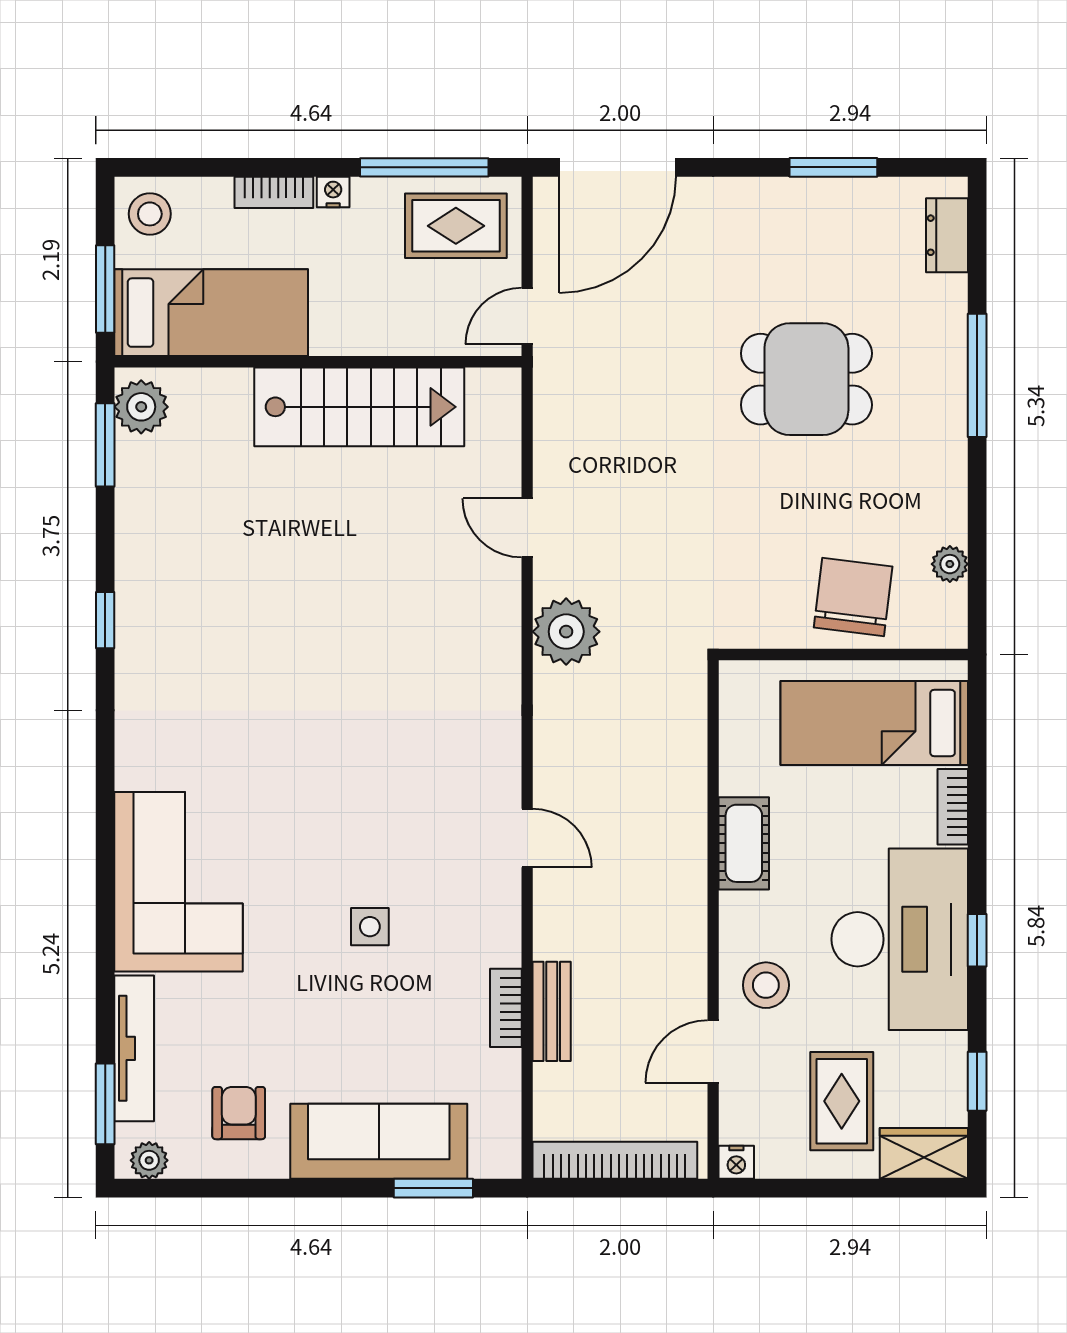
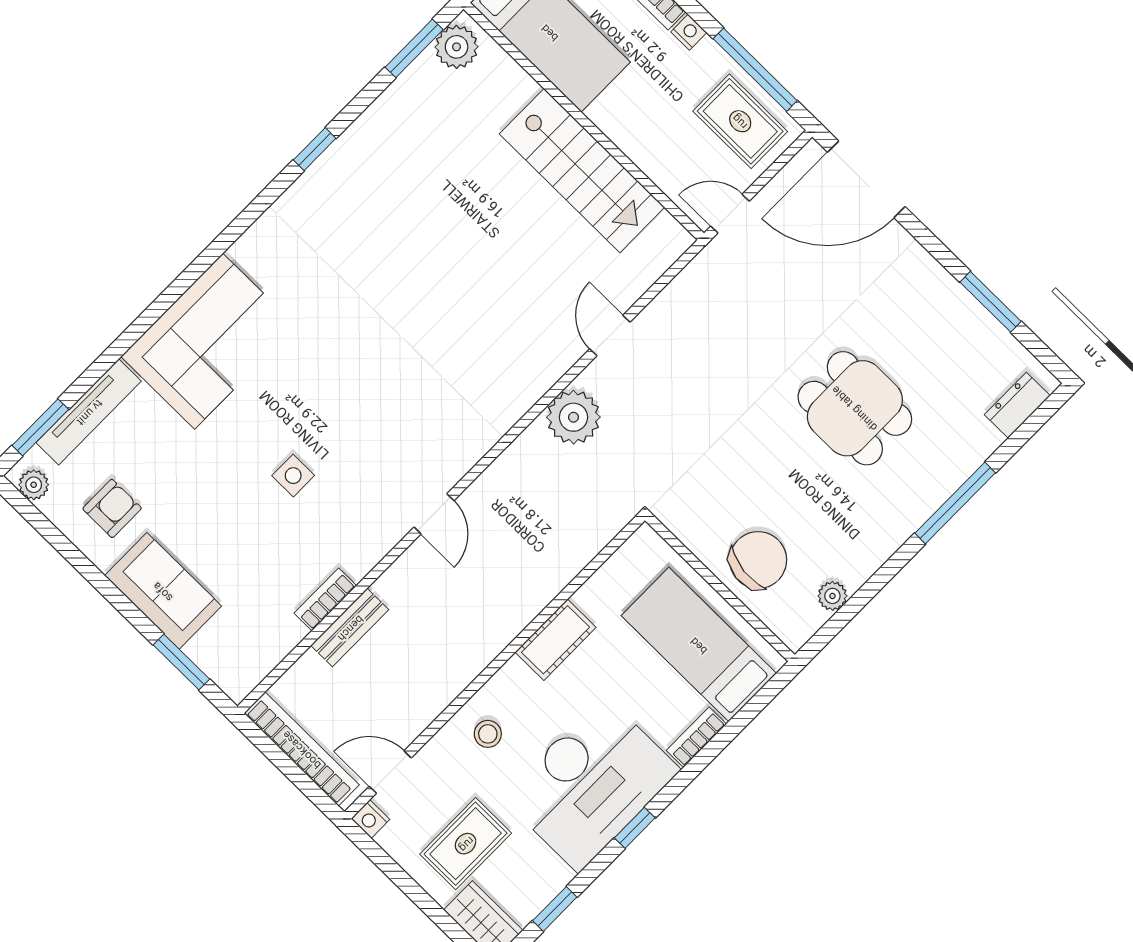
stool: (766, 985) -> (488, 734), width x0.73, depth x0.73
door: (713, 1051) -> (390, 772), moved
sofa: (379, 1141) -> (163, 591), width x0.73

